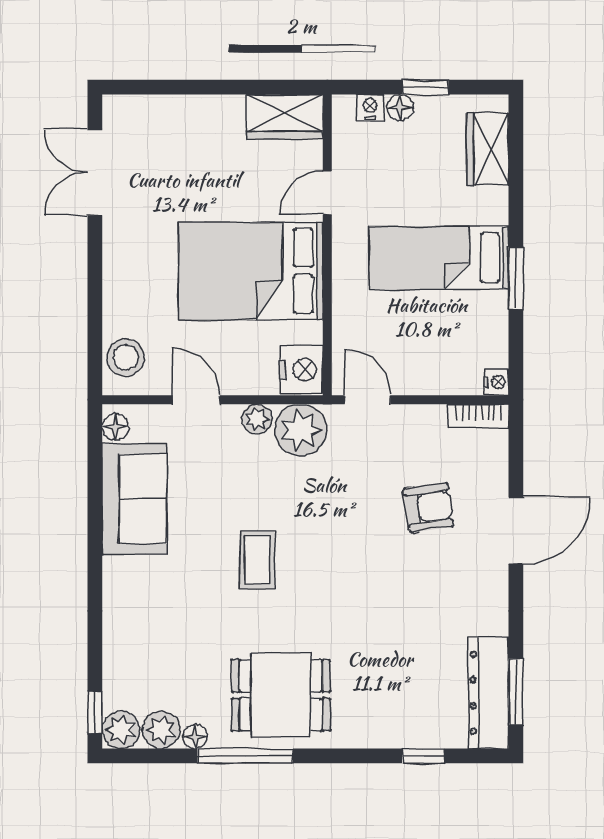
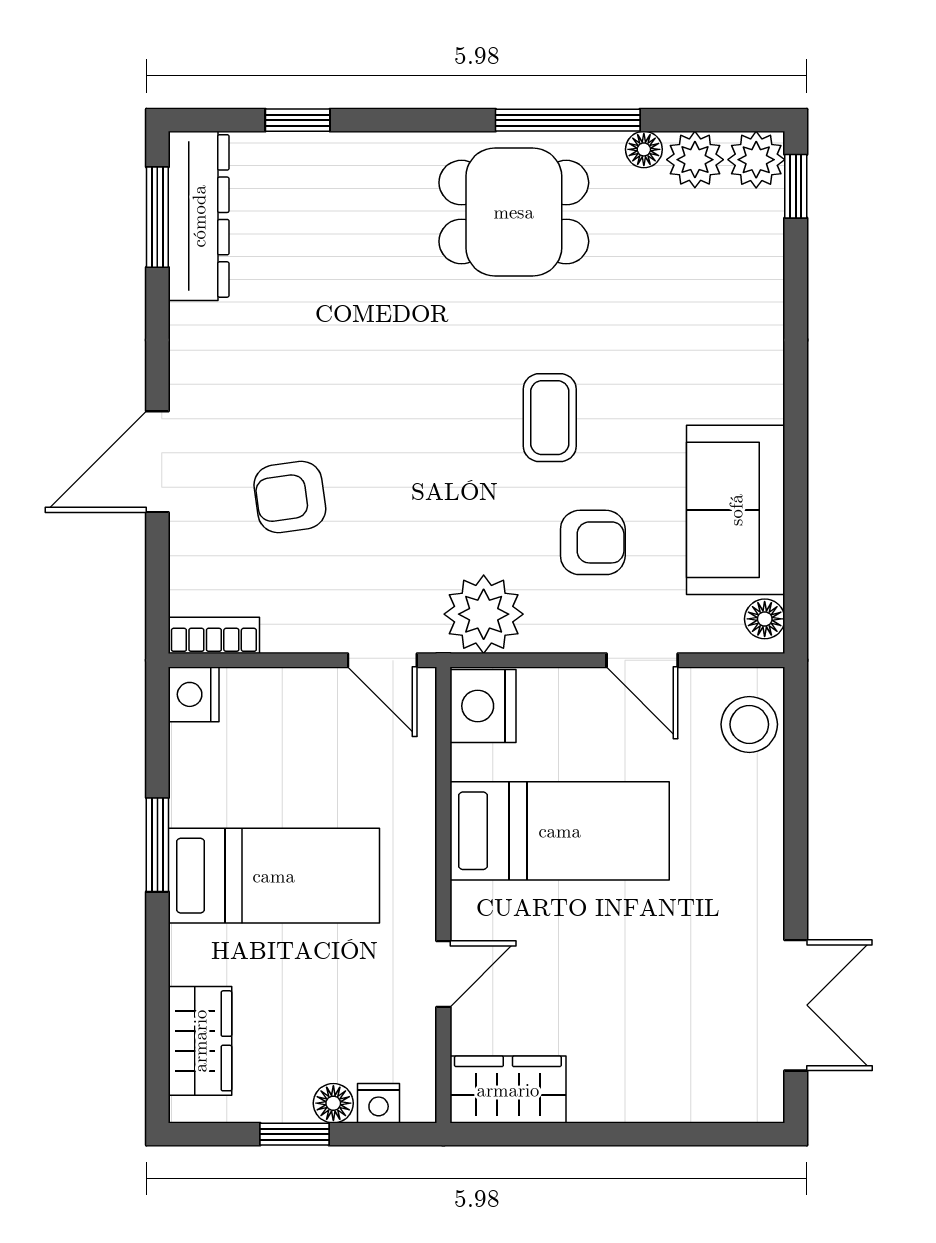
bed: (251, 271) -> (560, 831), width x0.67
nightstand: (496, 382) -> (194, 694), width x1.39, depth x1.35
plant: (257, 419) -> (550, 631), removed
armchair: (229, 477) -> (593, 542), added

